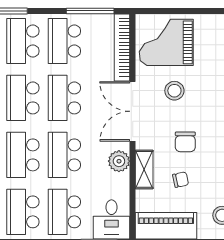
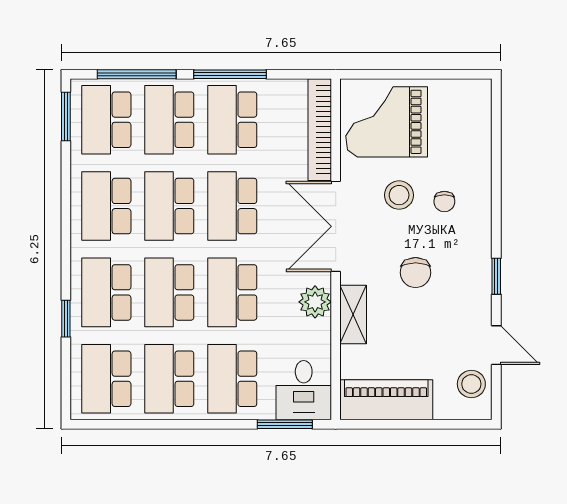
window: (90, 11) -> (230, 74), moved
chair: (181, 180) -> (444, 202), moved, turned 102

